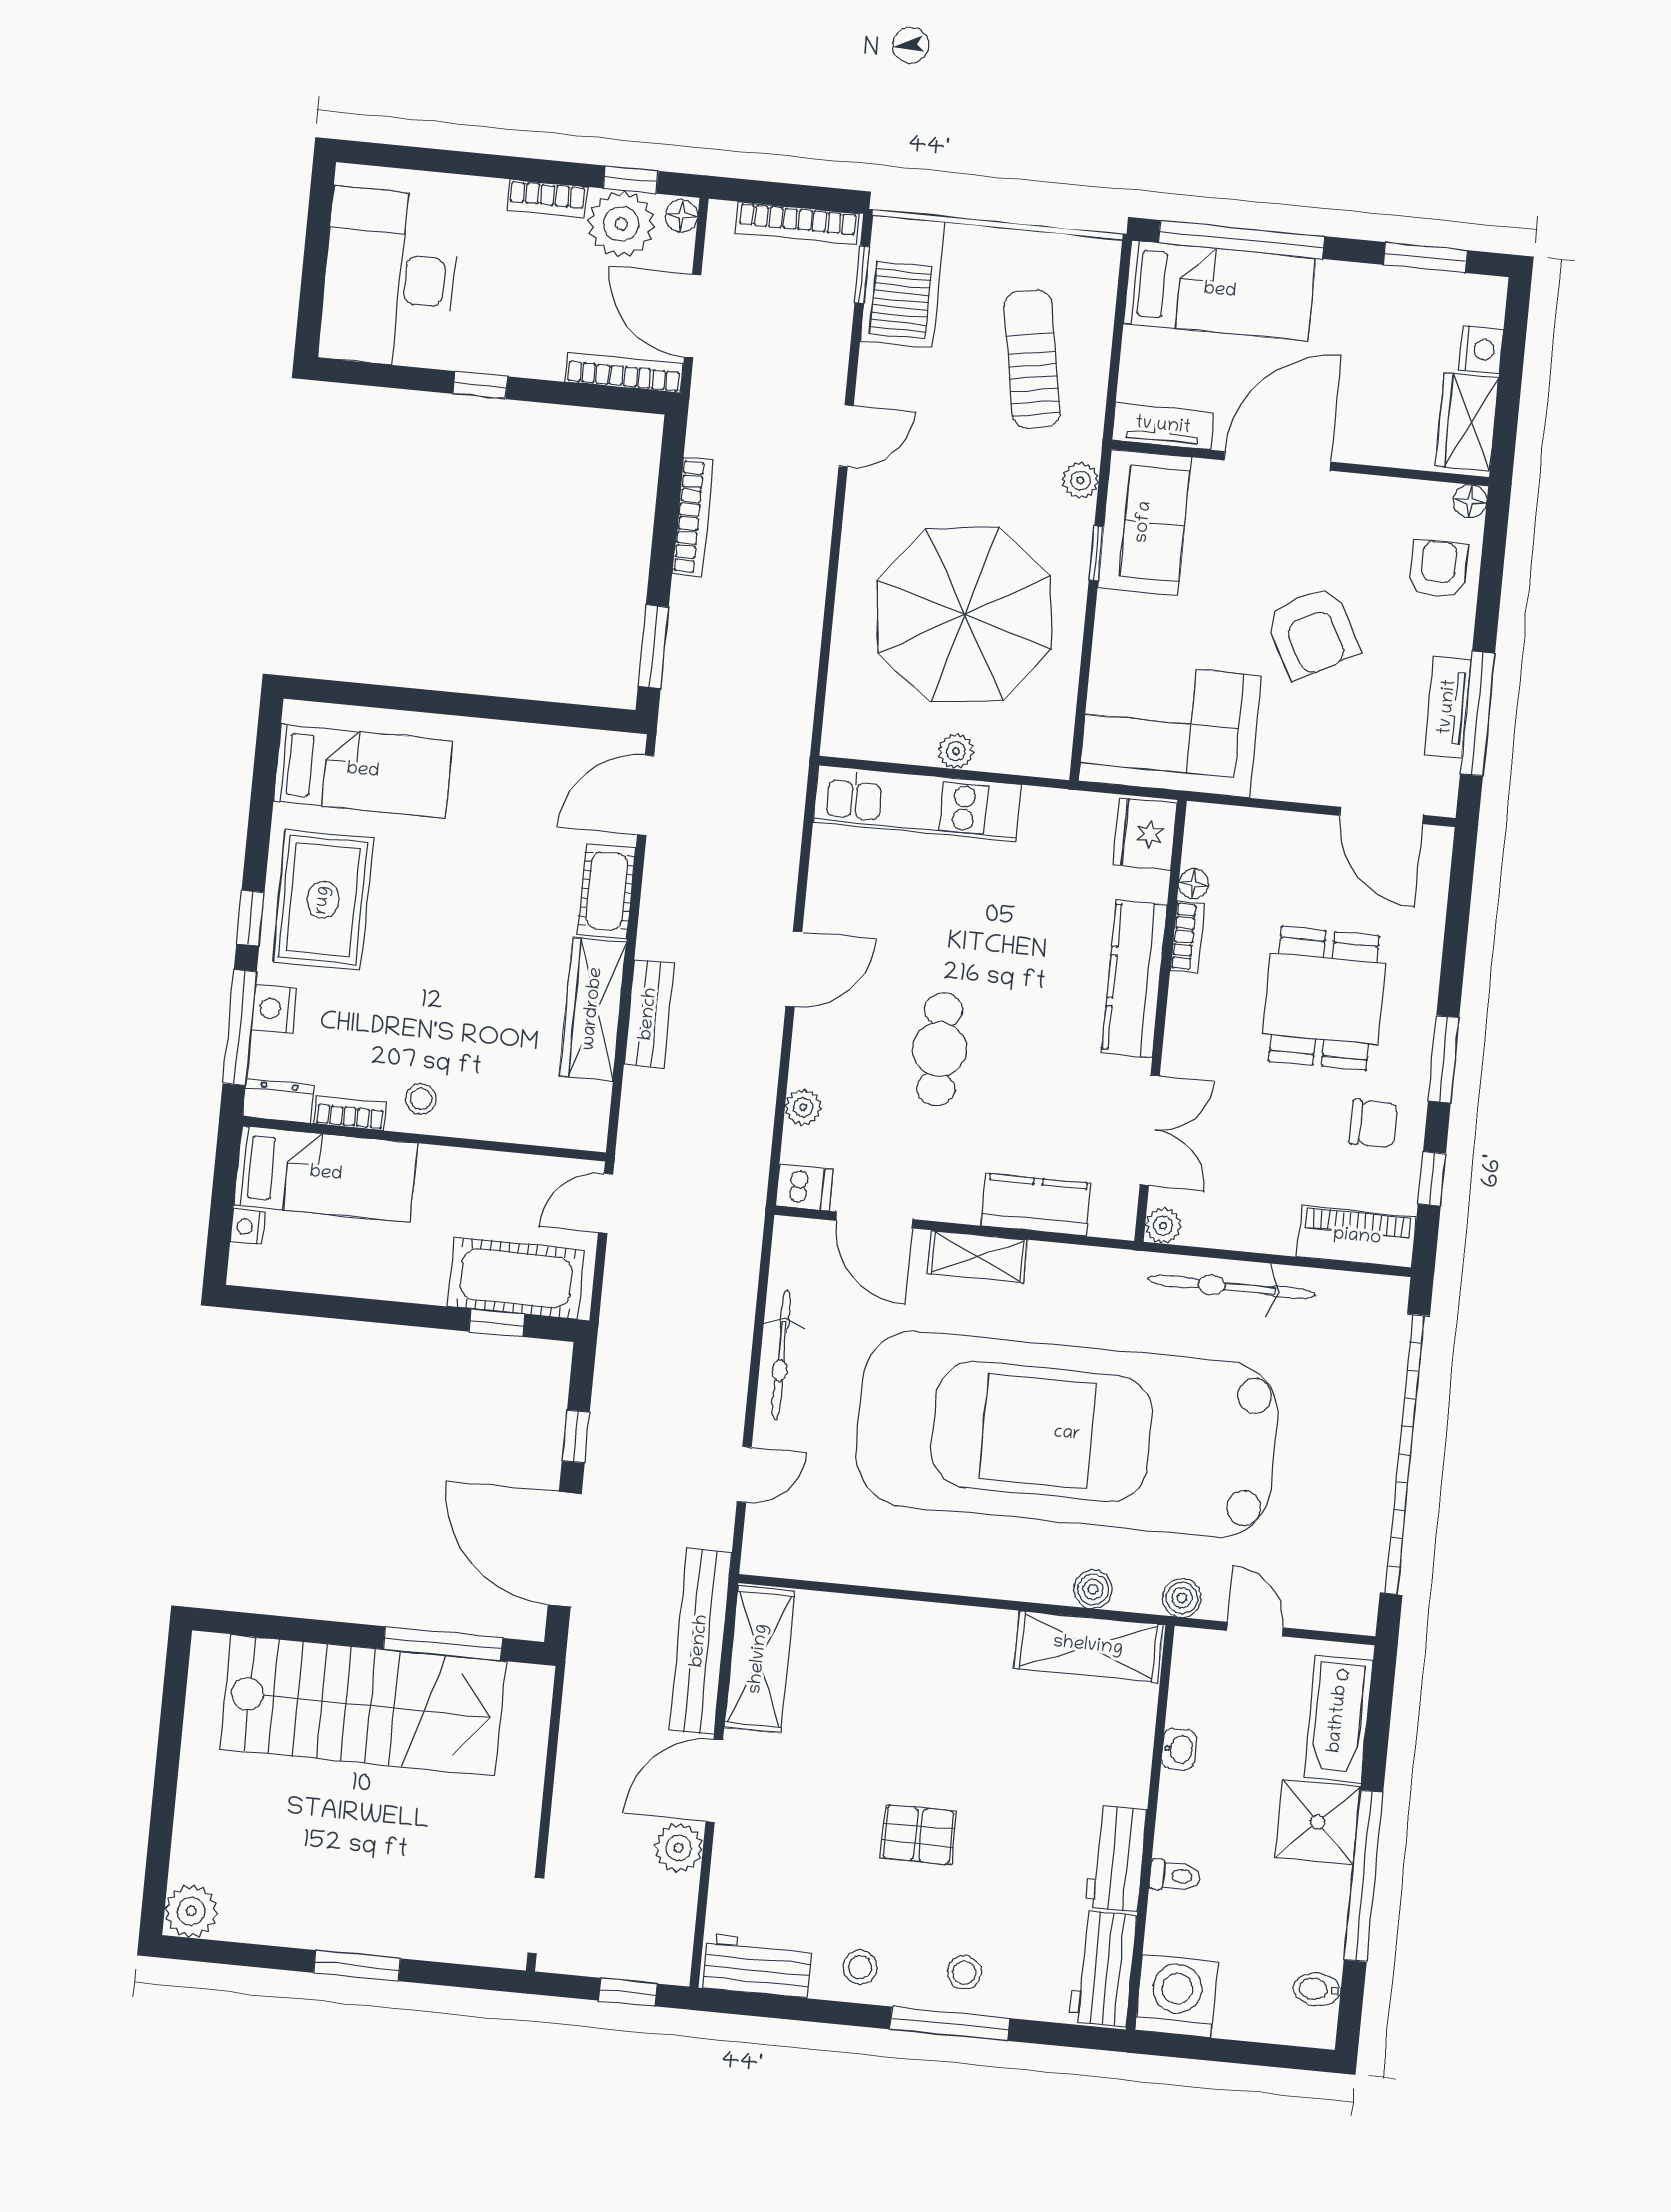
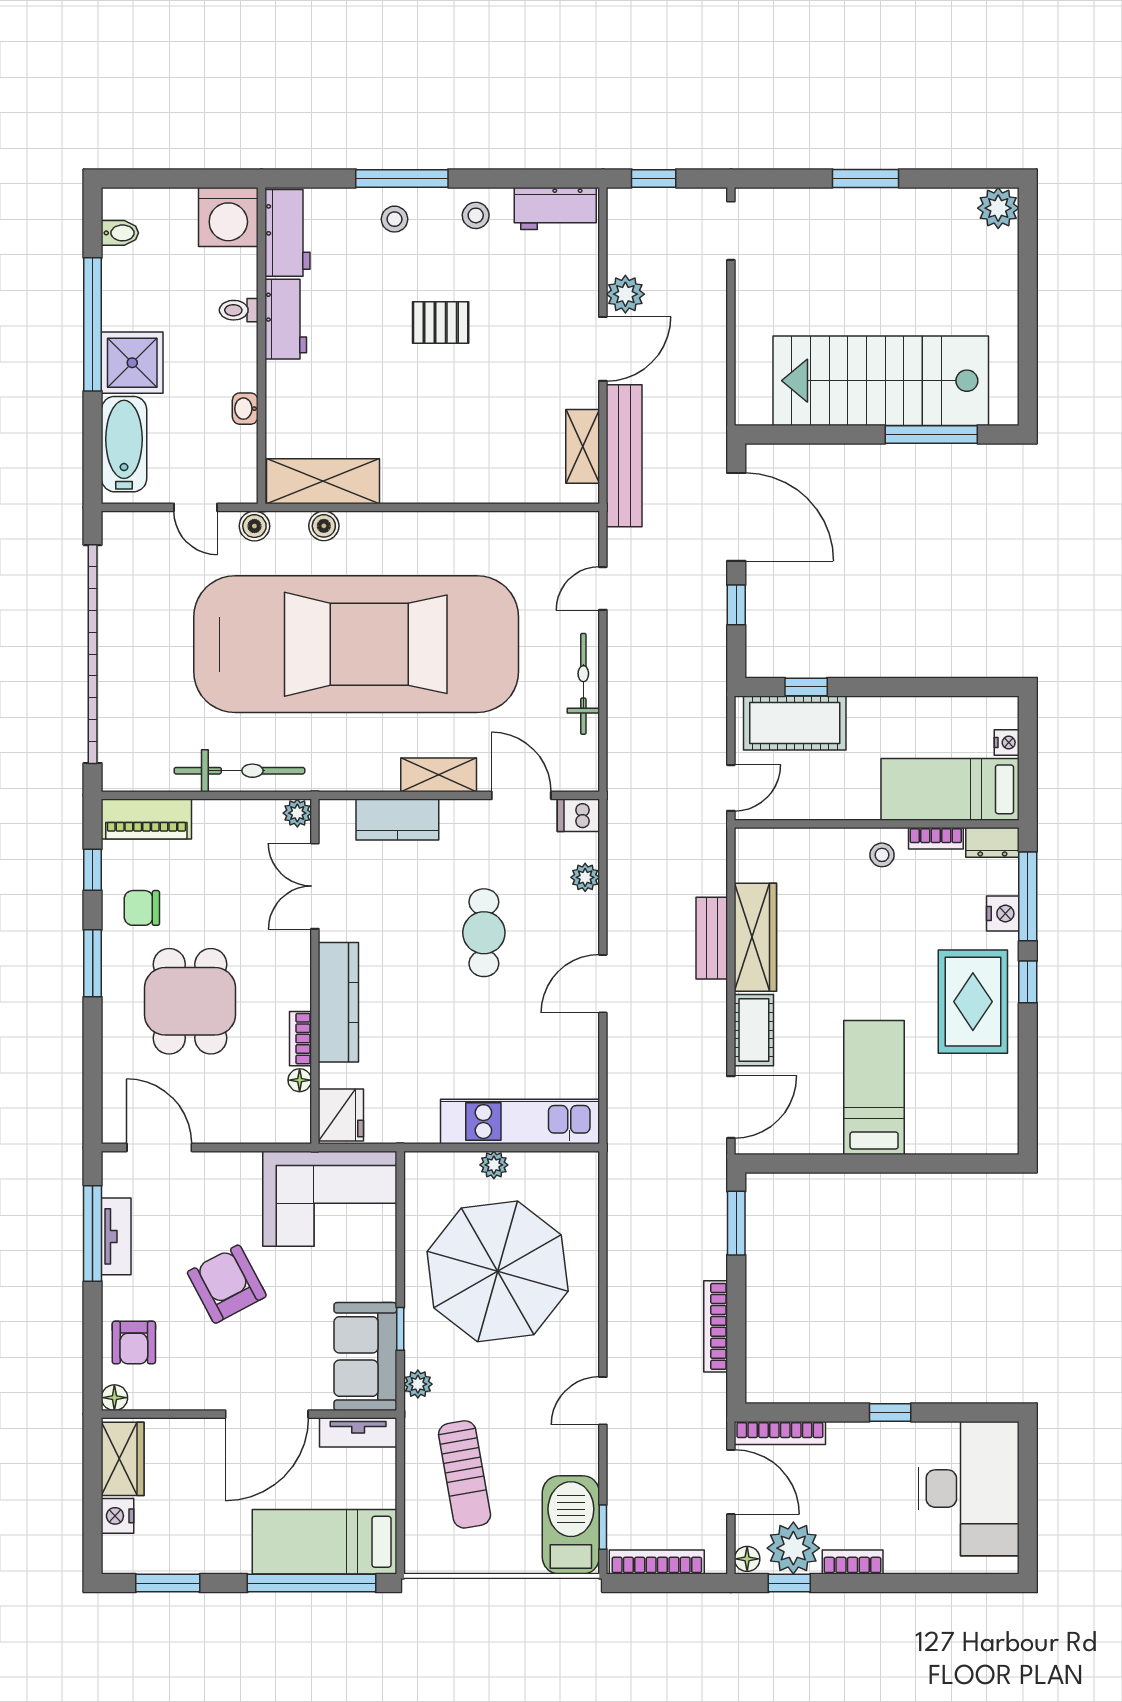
bed: (363, 771) -> (874, 1087), moved, turned 90
window: (443, 1644) -> (931, 434), moved
shelving: (759, 1659) -> (583, 446), width x0.67, depth x0.75

